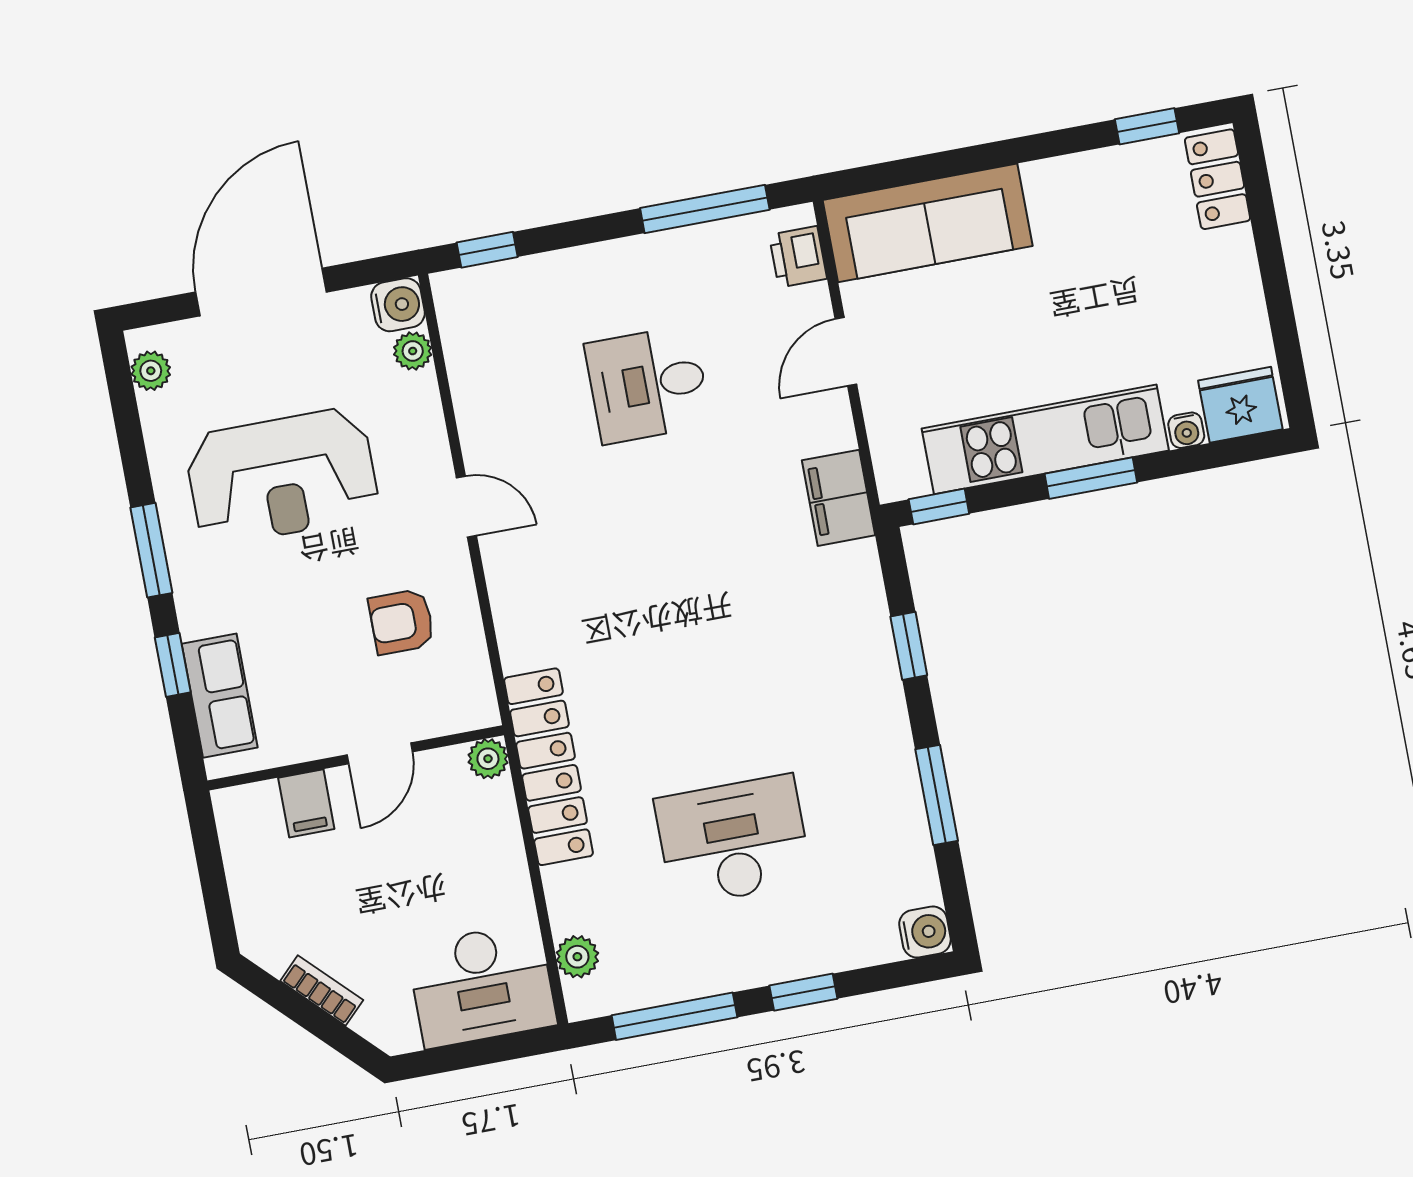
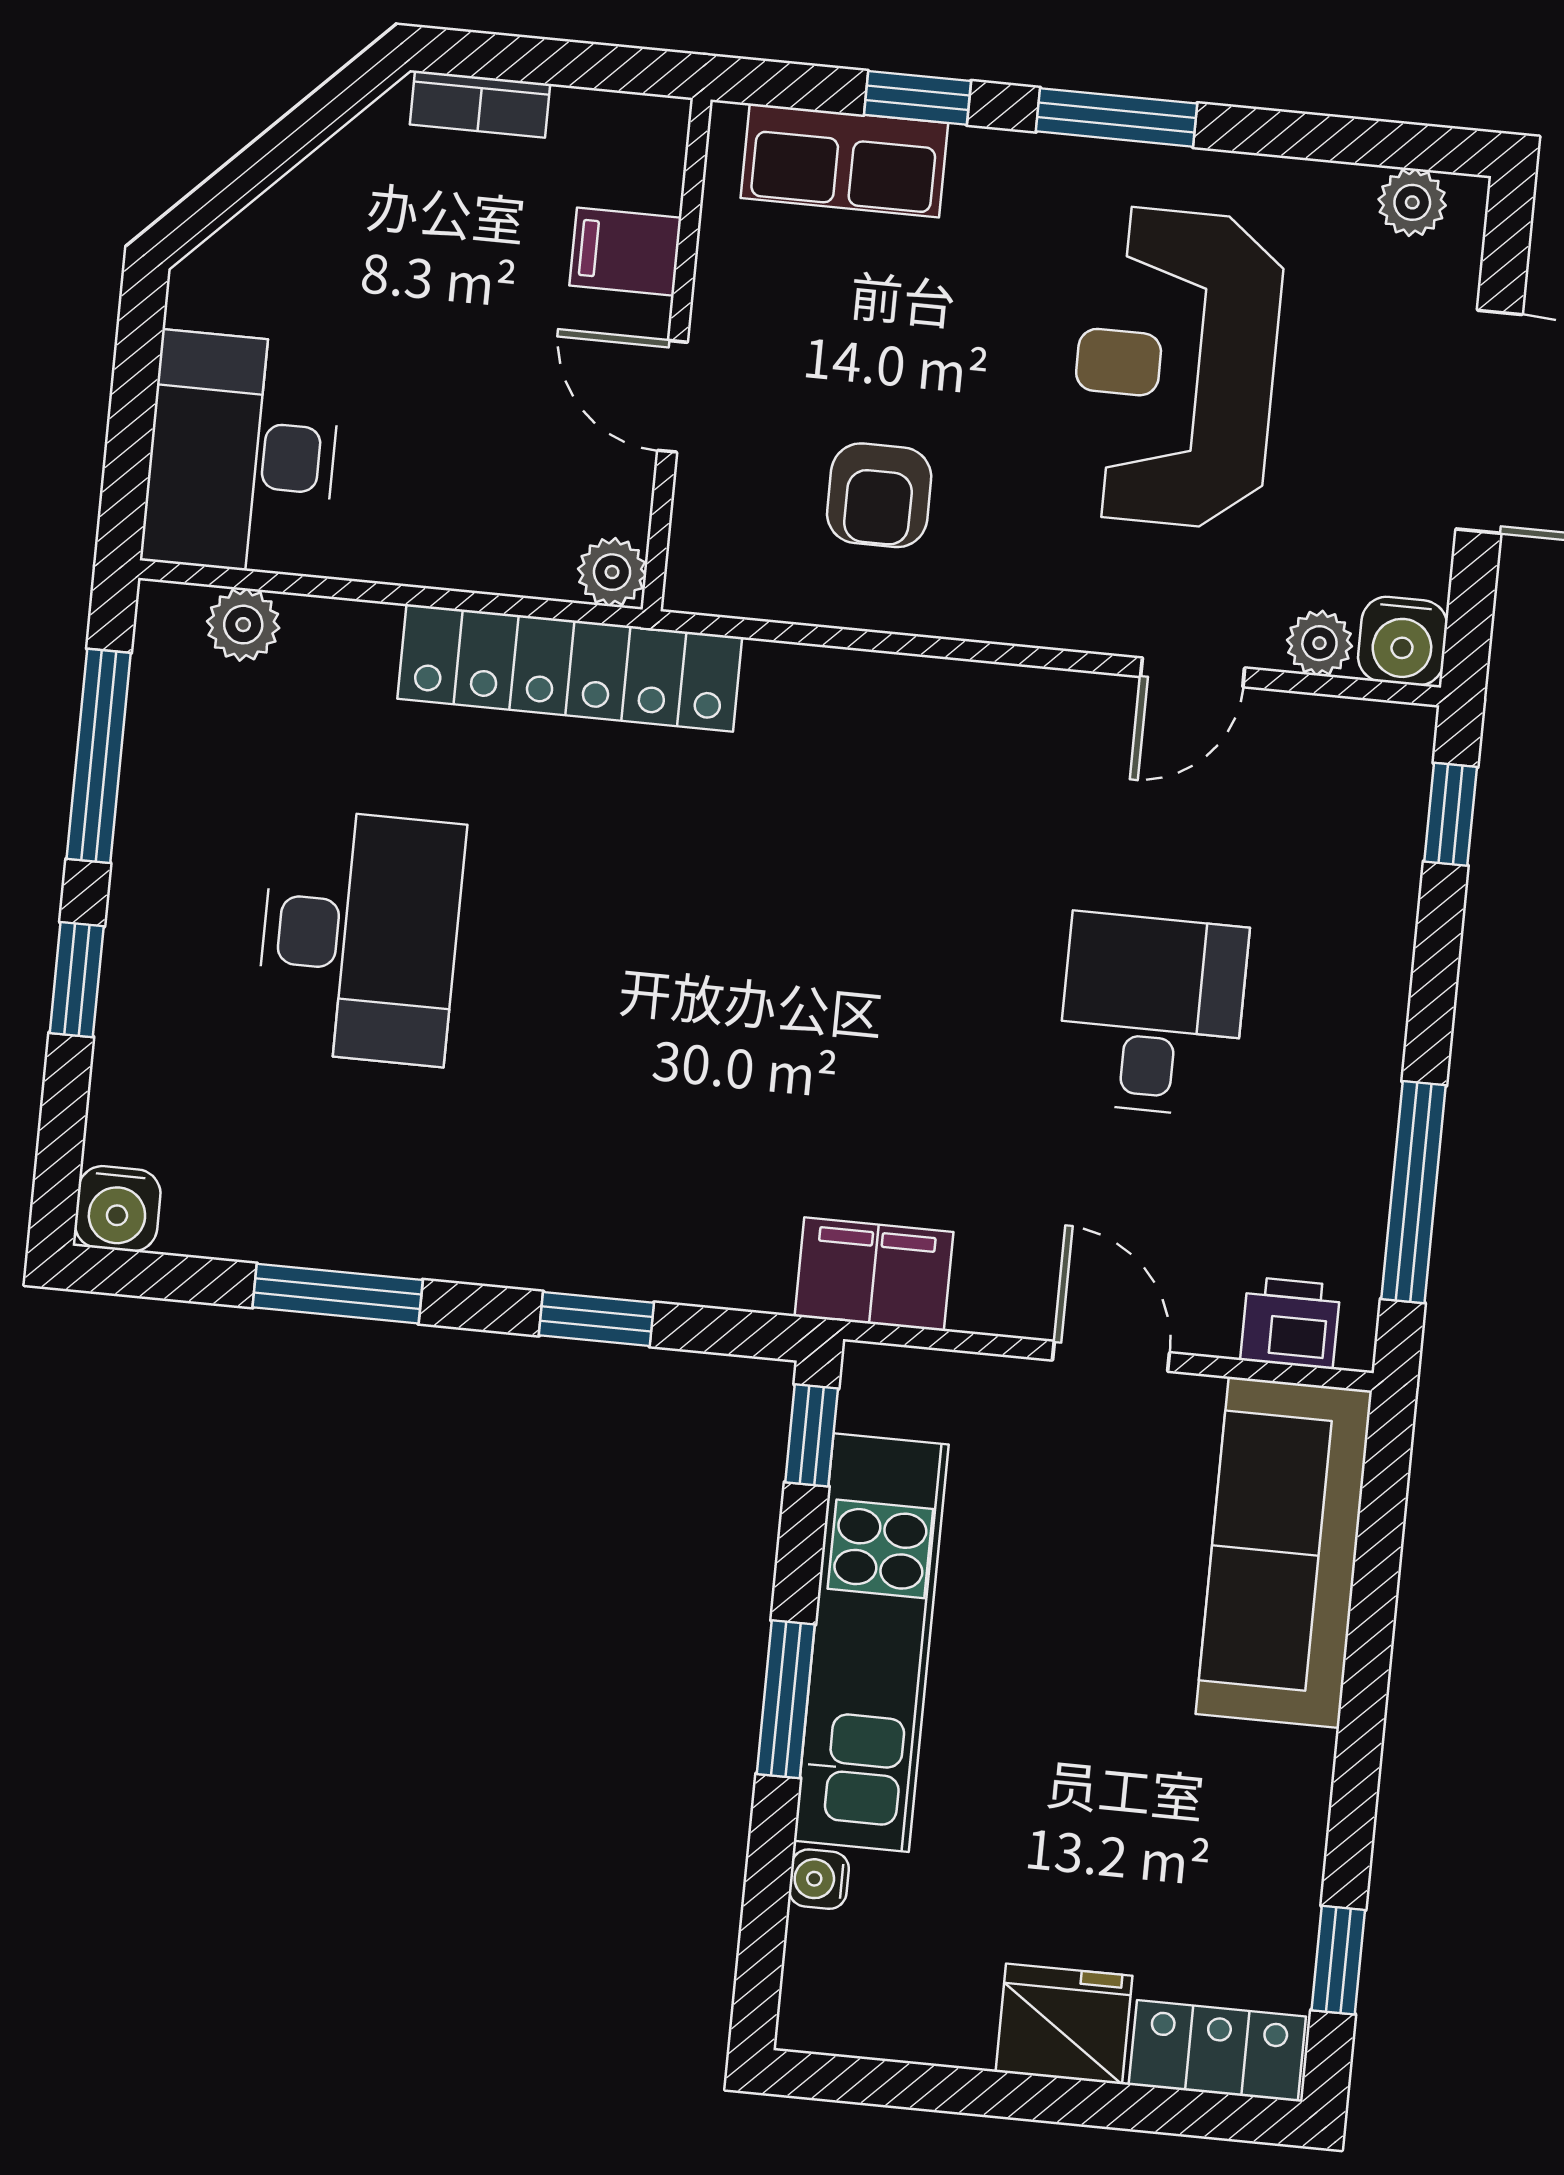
fridge: (1240, 405) -> (1064, 2024), moved, turned -90
door: (466, 507) -> (1193, 672), moved
armchair: (402, 622) -> (879, 495), turned 180
bookcase: (322, 990) -> (480, 104), moved, turned 45

